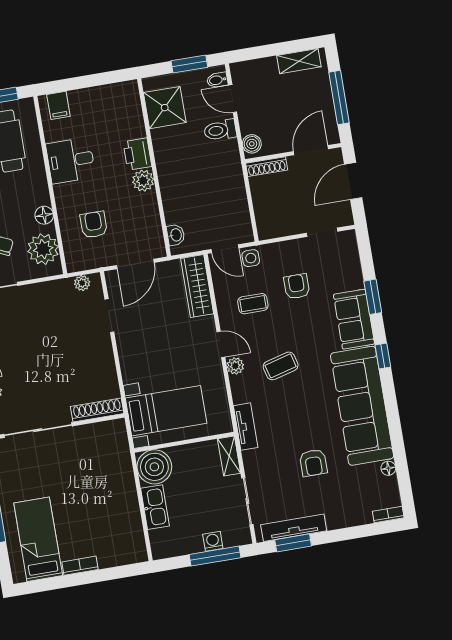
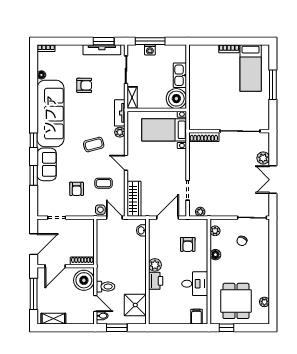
boiler: (252, 144) -> (84, 280), width x1.86, depth x1.86
plant: (43, 249) -> (215, 231), width x0.53, depth x0.53
plant: (235, 366) -> (120, 132), moved
armchair: (313, 463) -> (84, 85), turned 90

